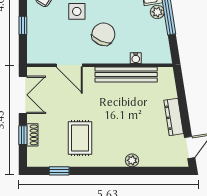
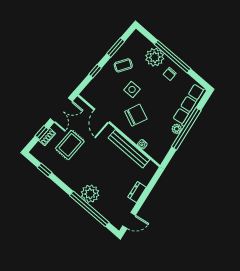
dresser: (174, 117) -> (137, 192), width x0.70
rug: (80, 138) -> (70, 145), moved
plant: (132, 160) -> (90, 194), width x1.87, depth x1.87
window: (139, 171) -> (89, 209), added

